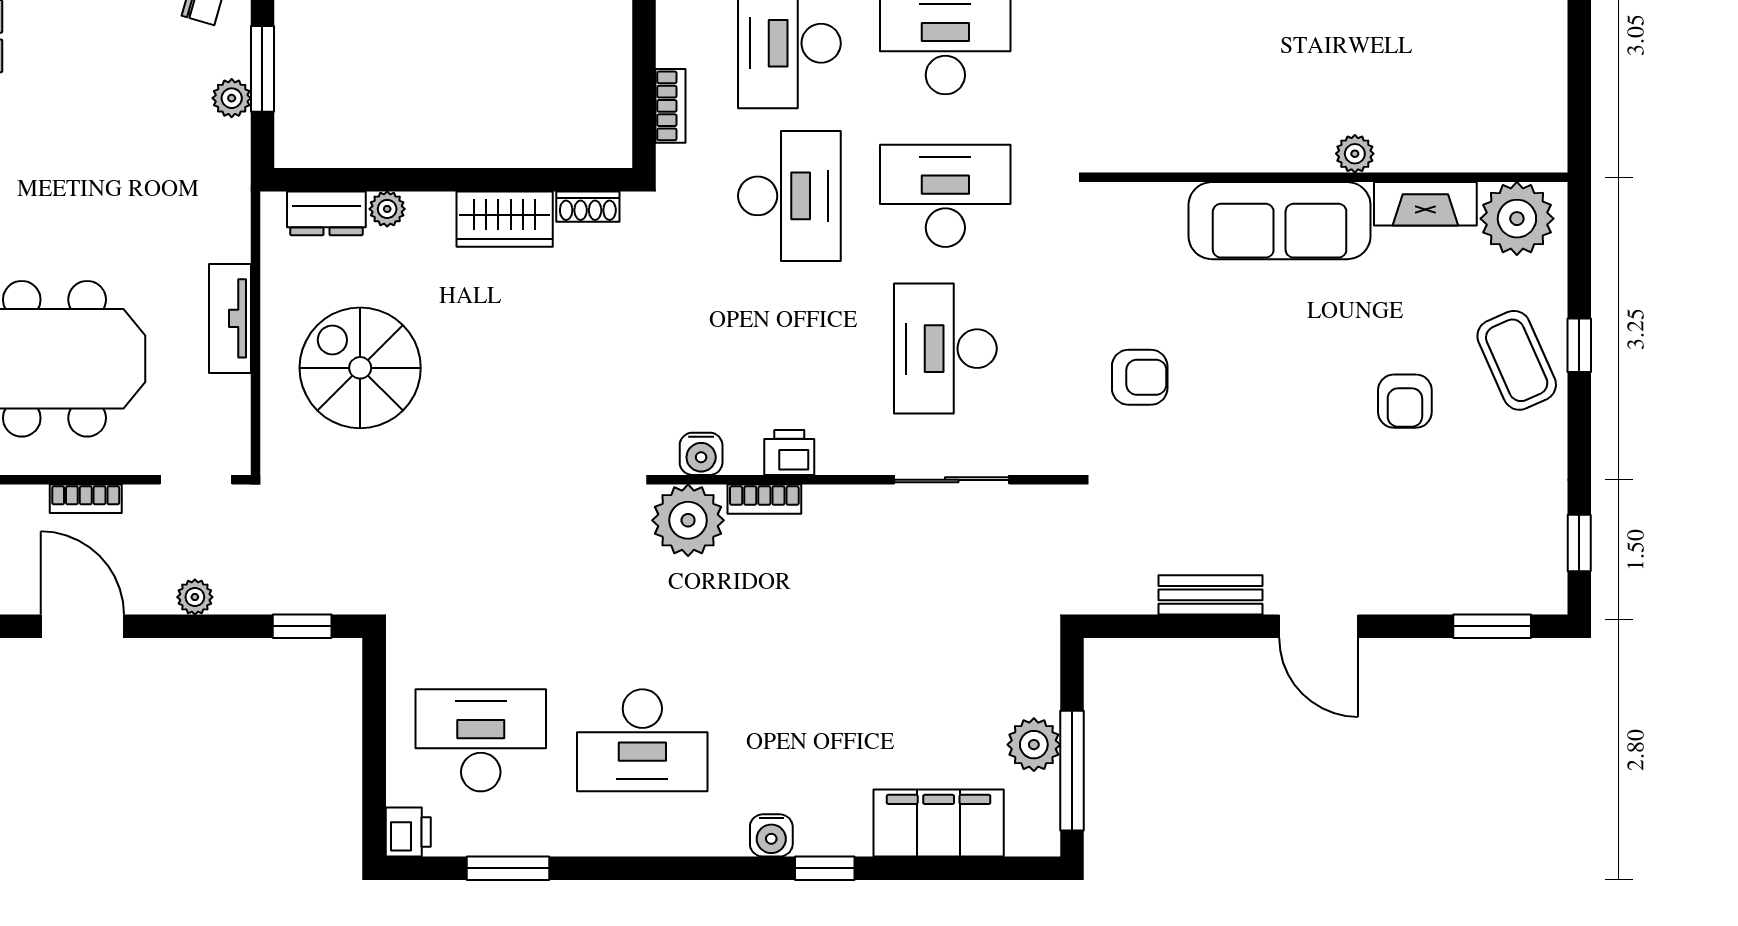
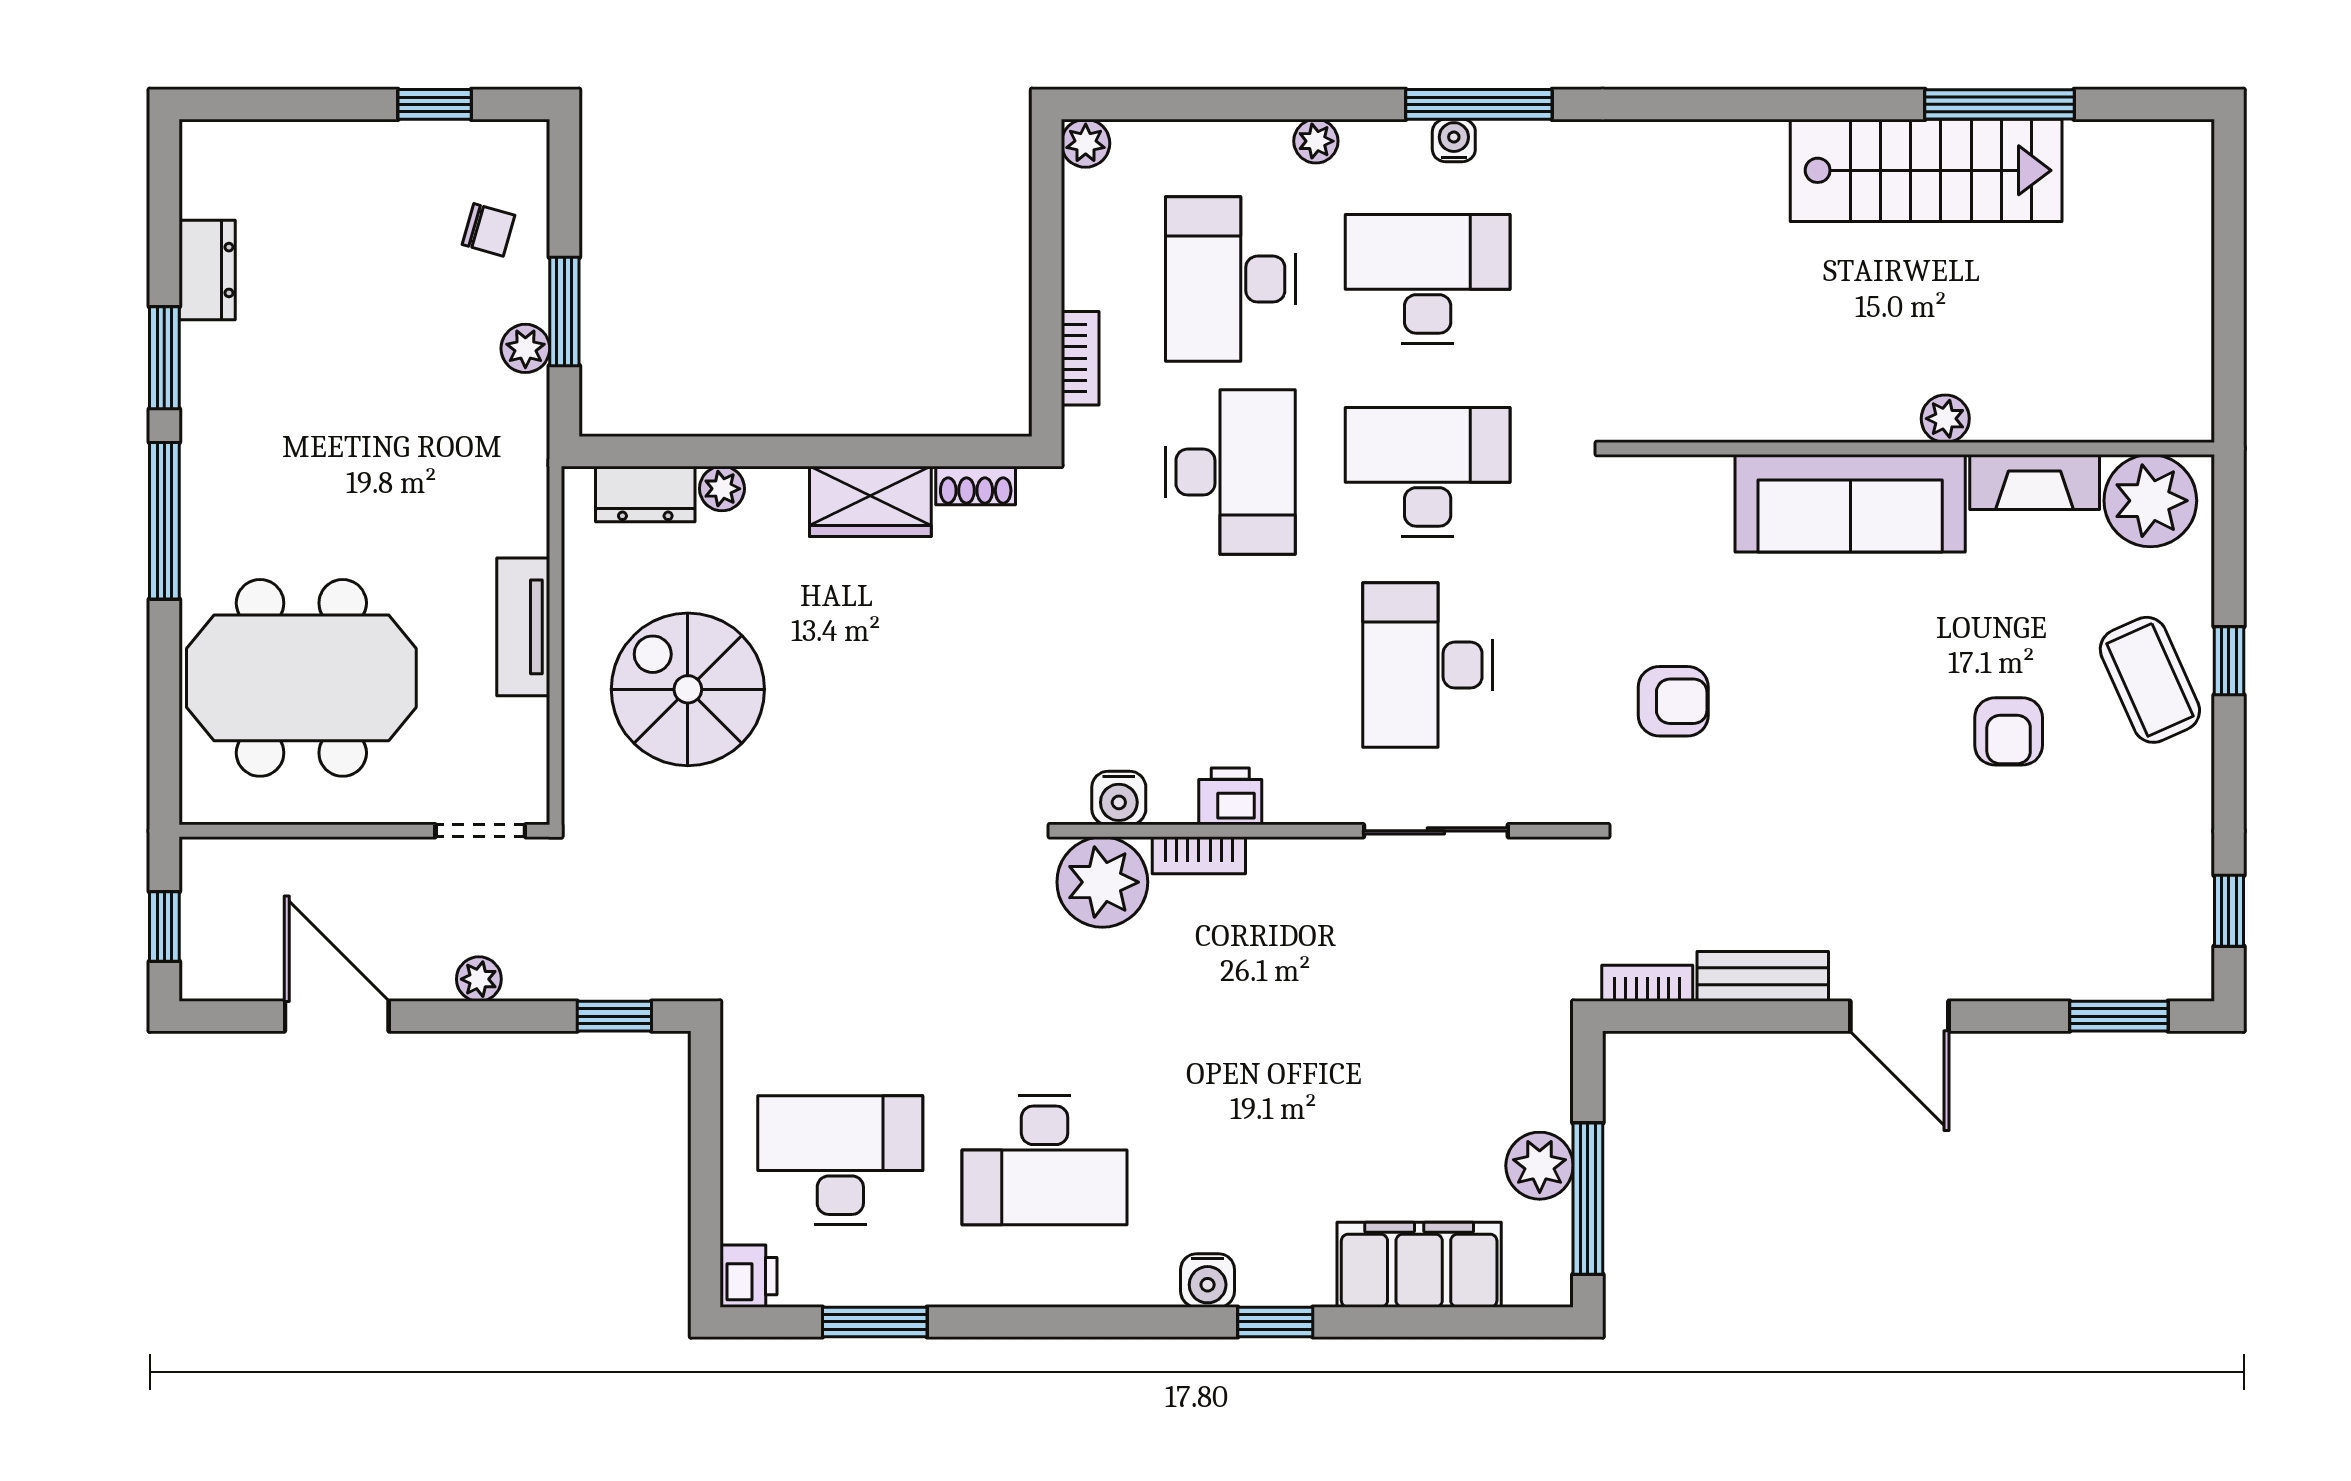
bookcase: (86, 499) -> (1647, 983), moved, turned 180

